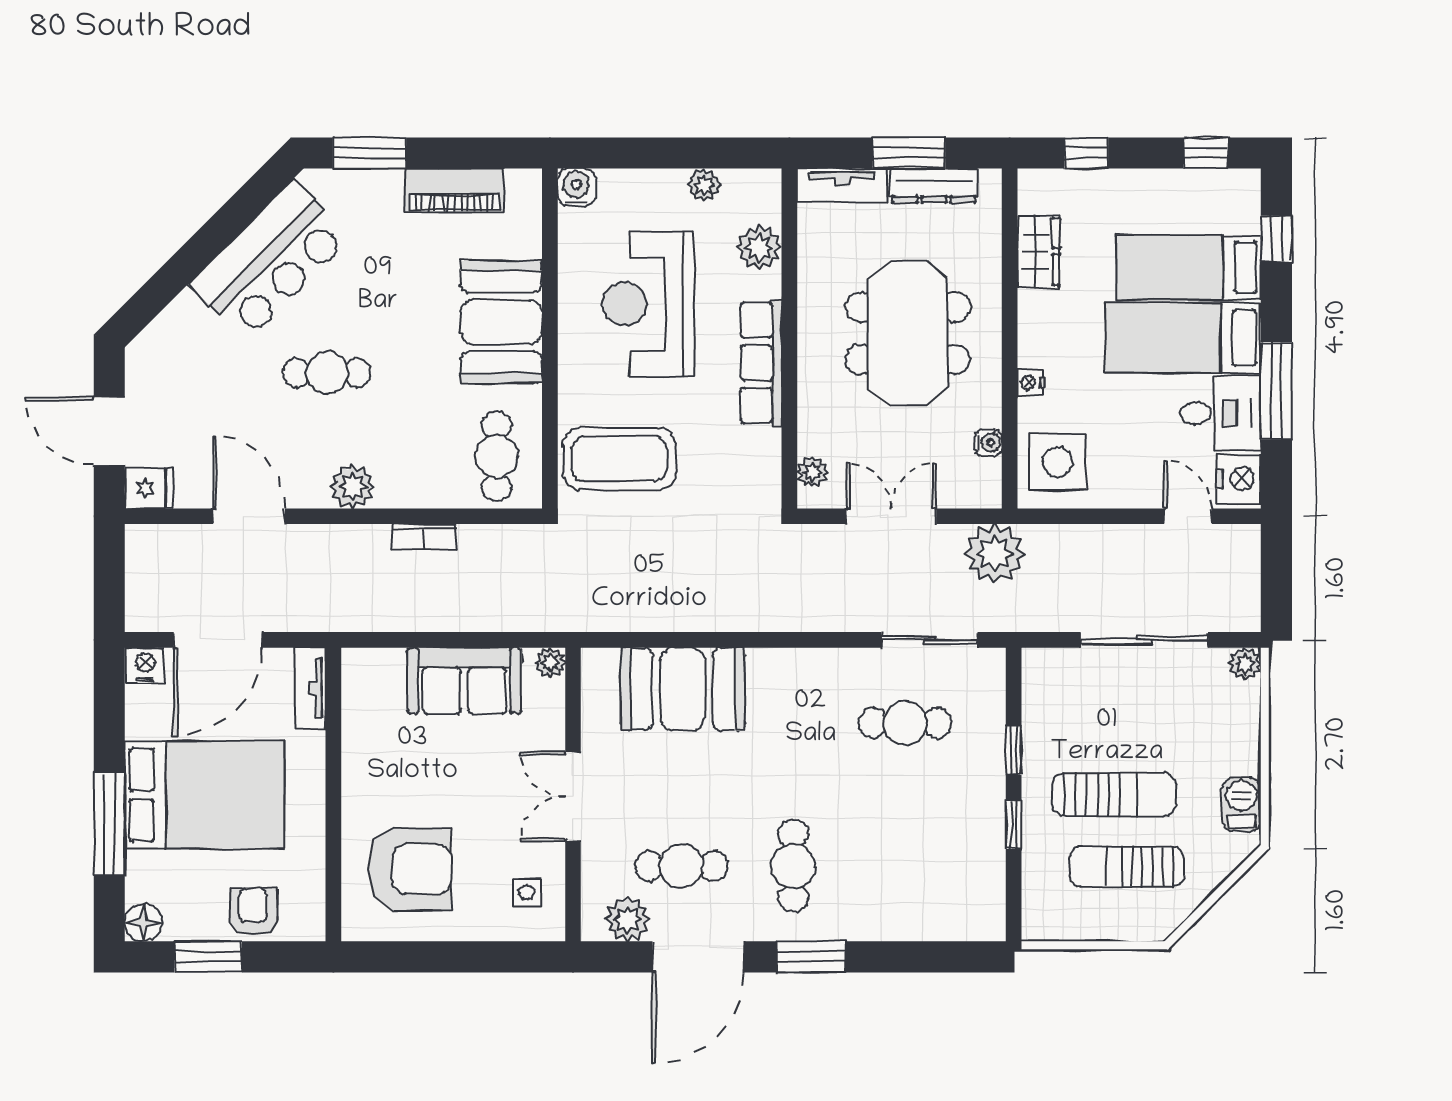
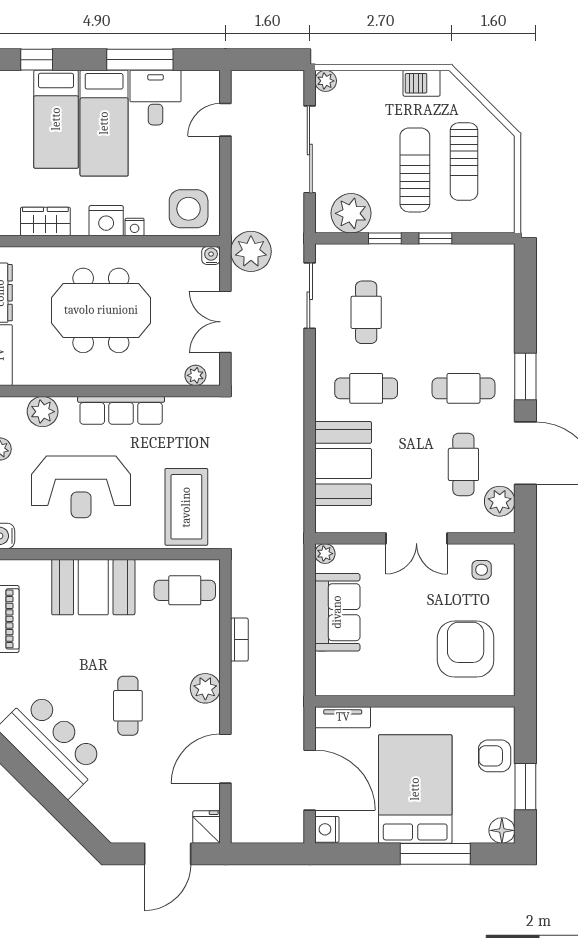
water cooler: (988, 443) -> (211, 256), moved
nightstand: (1239, 479) -> (106, 221), moved, turned 180
plant: (1050, 701) -> (351, 213), added
cafe table: (793, 723) -> (366, 388), added

